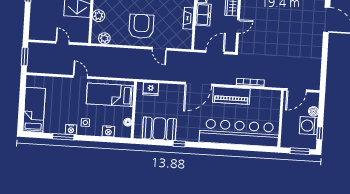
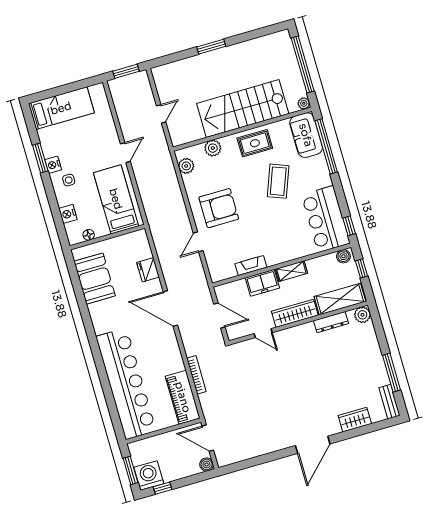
fridge: (151, 89) -> (148, 270), moved
piano: (231, 95) -> (183, 397), moved
boiler: (313, 111) -> (207, 464), moved
washing machine: (309, 126) -> (149, 476), moved
window: (179, 144) -> (84, 311), removed

